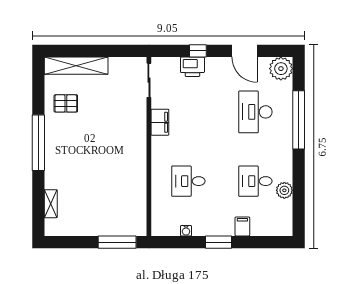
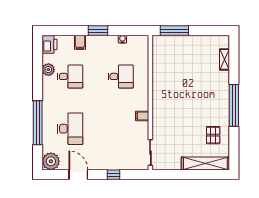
printer: (192, 67) -> (49, 44), moved, turned 90
pallet: (66, 103) -> (213, 135), turned 90
filing cabinet: (160, 122) -> (142, 116), width x0.50

